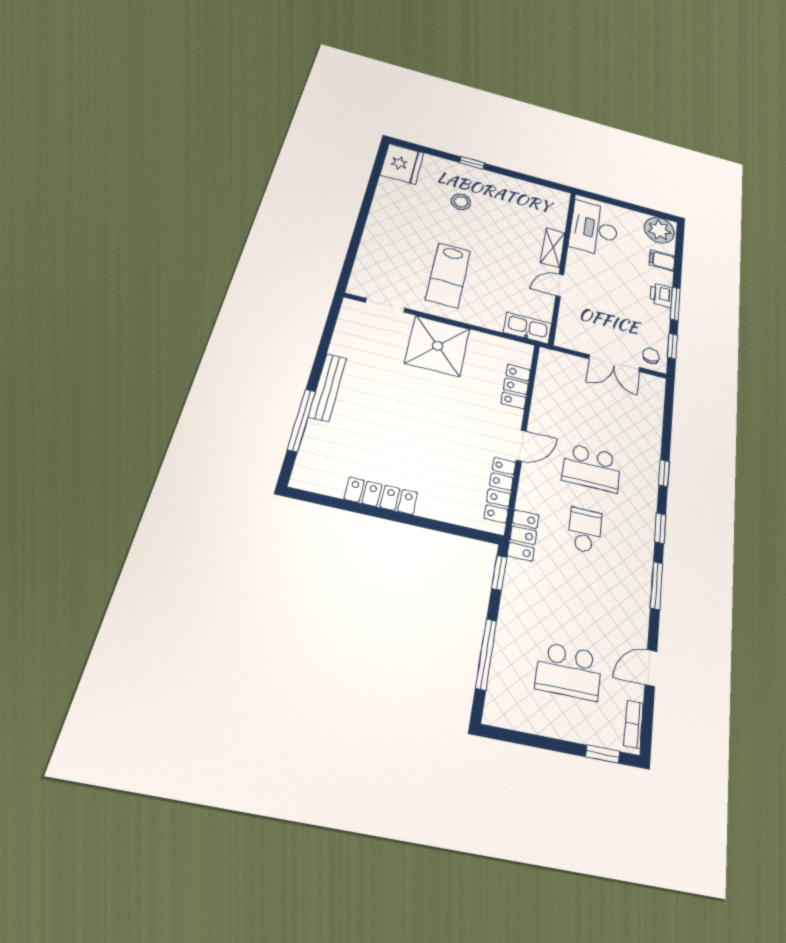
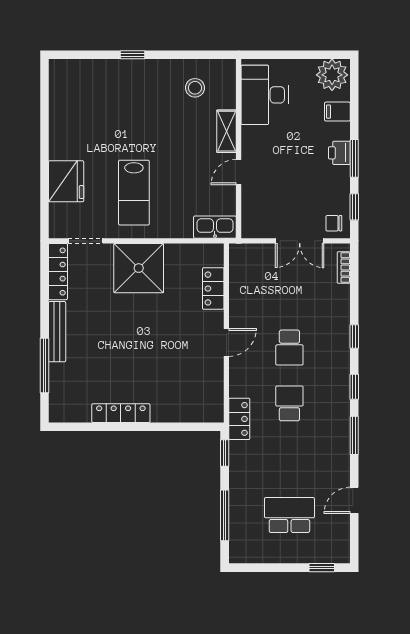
fridge: (402, 164) -> (66, 181), moved
stool: (461, 202) -> (195, 88), moved
chair: (651, 356) -> (334, 223), turned -90
school desk: (592, 468) -> (289, 348), width x0.54
locker: (500, 490) -> (58, 272), moved, turned 180
school desk: (569, 671) -> (289, 515), turned 180
bookcase: (634, 724) -> (344, 267), moved

